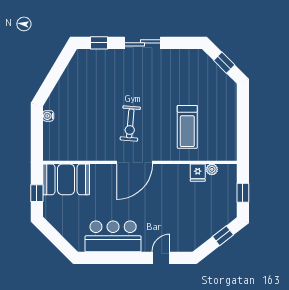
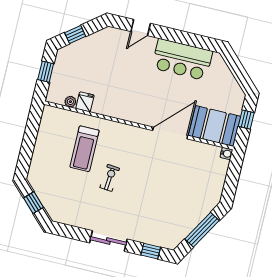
window: (54, 76) -> (202, 230), added
water cooler: (48, 116) -> (226, 153), moved
exercise bike: (130, 123) -> (110, 178), moved, width x0.73, depth x0.72
treadmill: (187, 127) -> (84, 149), turned 180
door: (135, 162) -> (170, 133), moved

